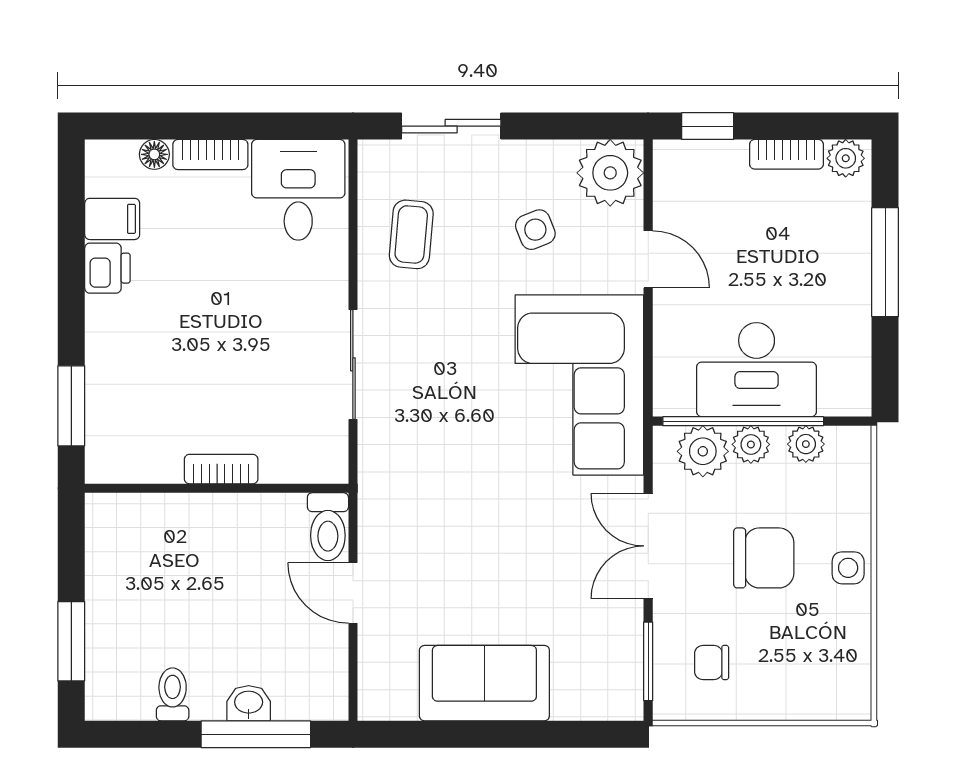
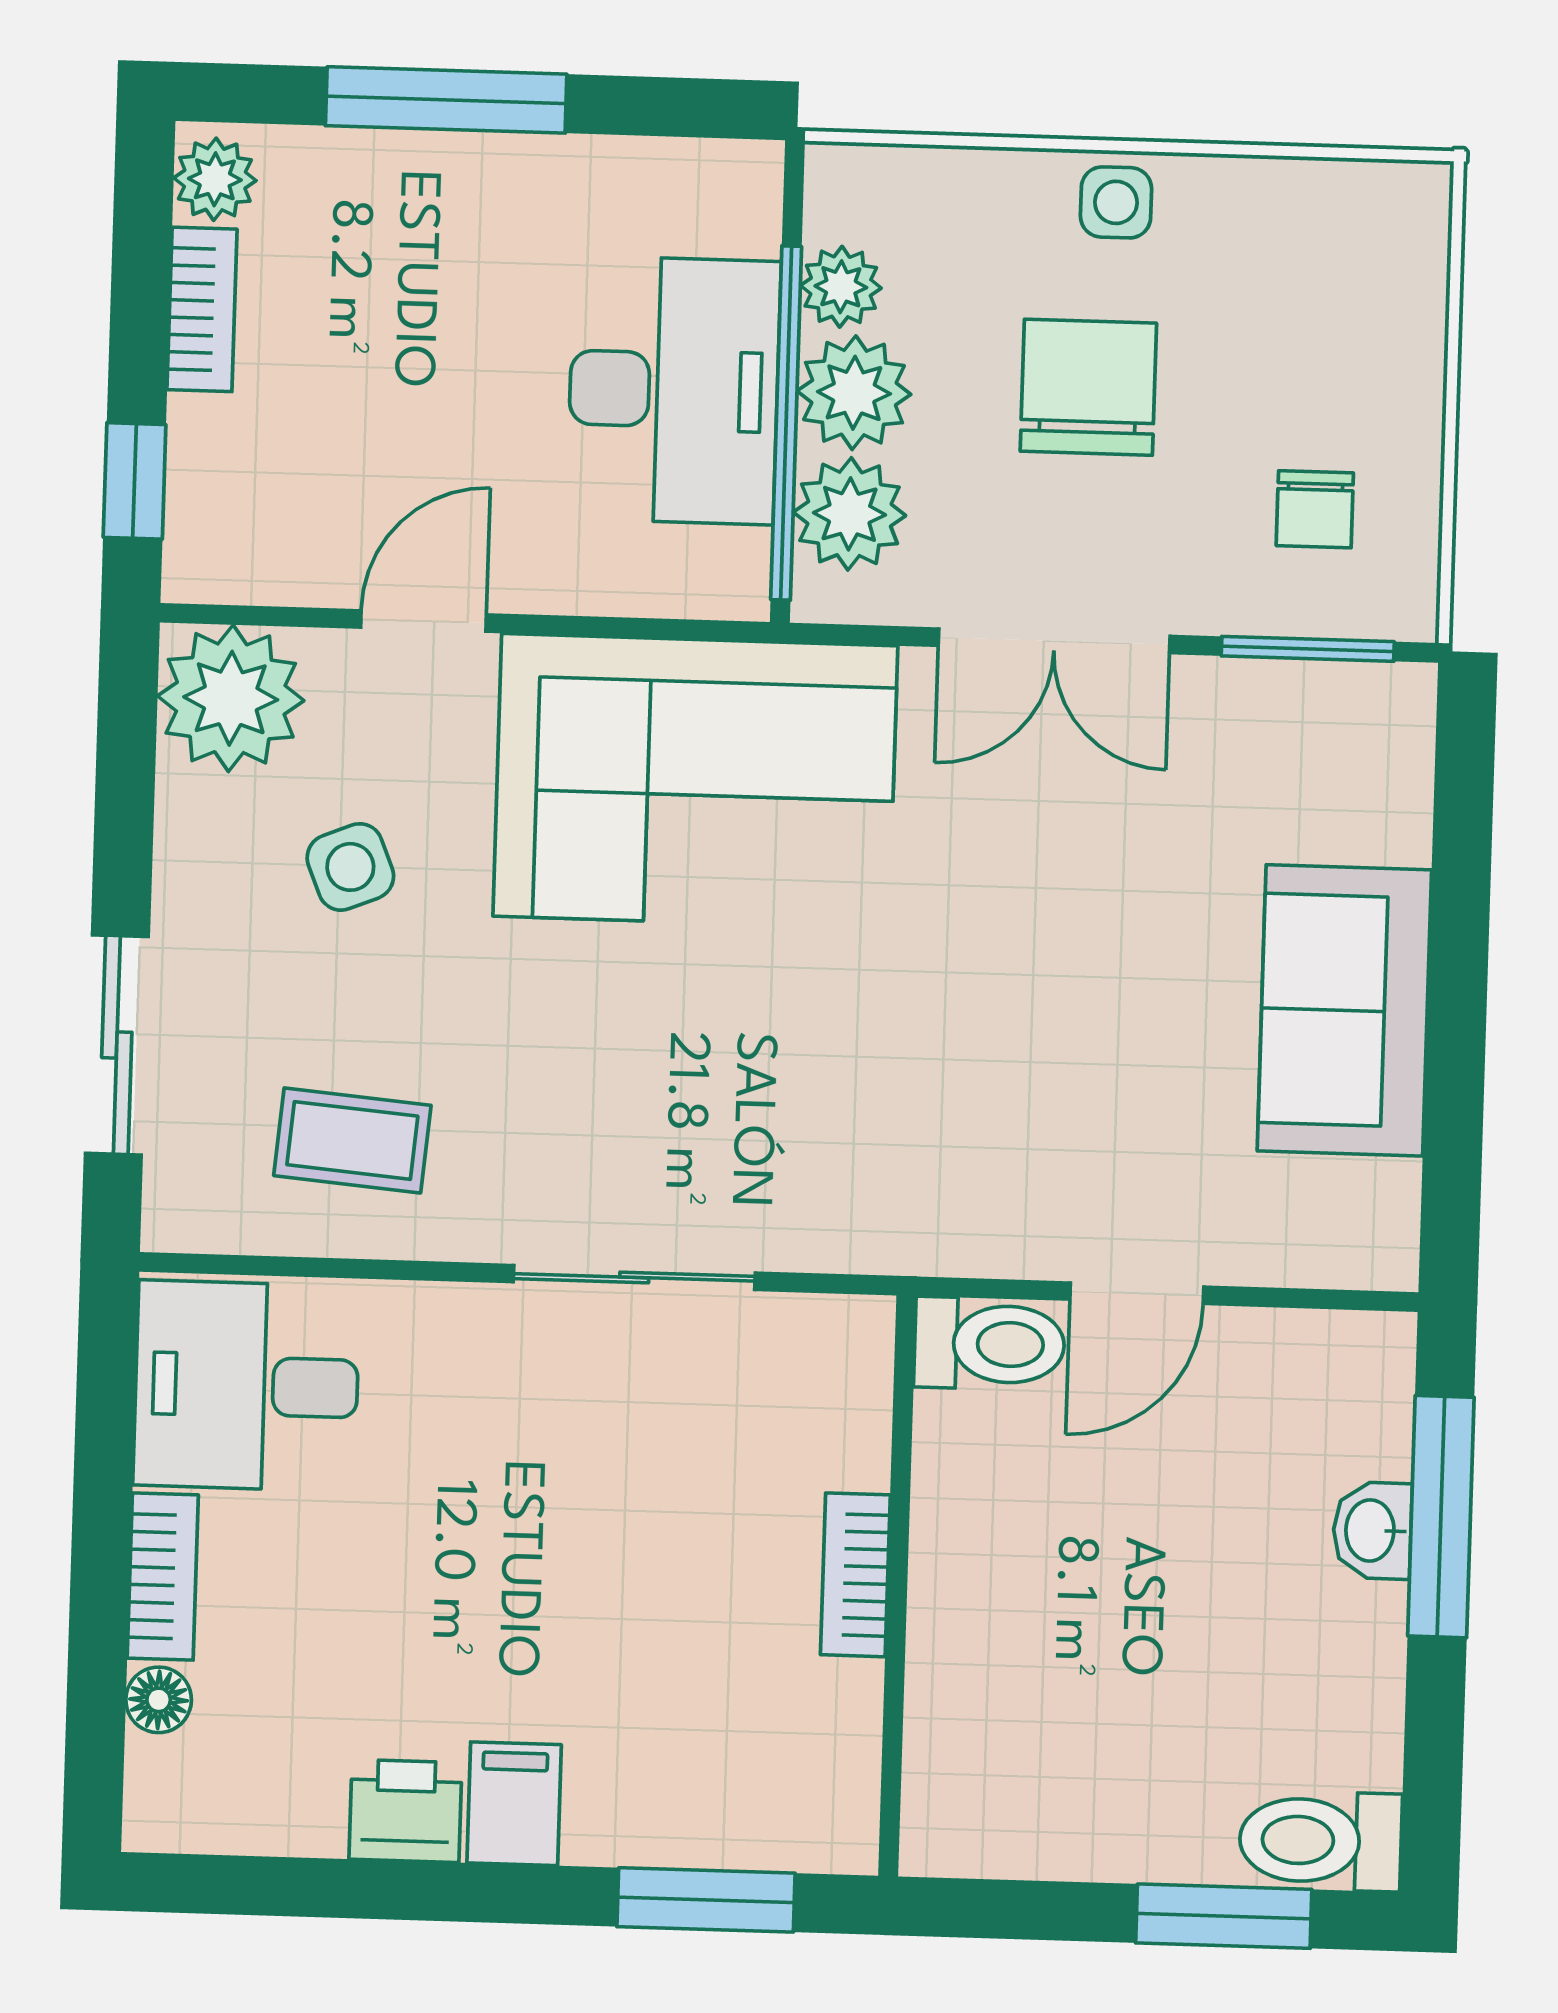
filing cabinet: (112, 219) -> (514, 1804), moved
plant: (751, 444) -> (854, 393), width x1.38, depth x1.38
toilet: (173, 694) -> (1321, 1841), moved, width x1.37, depth x1.39

